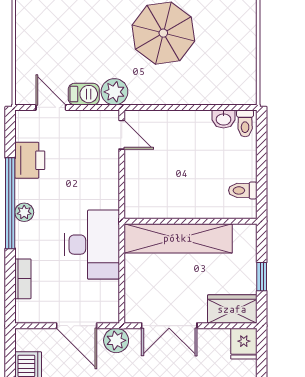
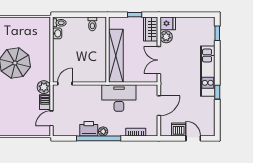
printer: (30, 160) -> (89, 129), moved
double door: (169, 326) -> (159, 60), swing flipped
plant: (116, 340) -> (166, 37), moved

